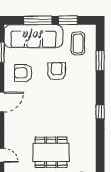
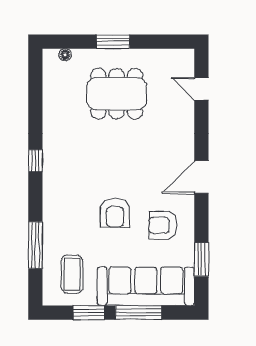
window: (100, 61) -> (35, 245), width x1.44
armchair: (57, 71) -> (115, 213), moved
armchair: (23, 73) -> (163, 225), turned 180

